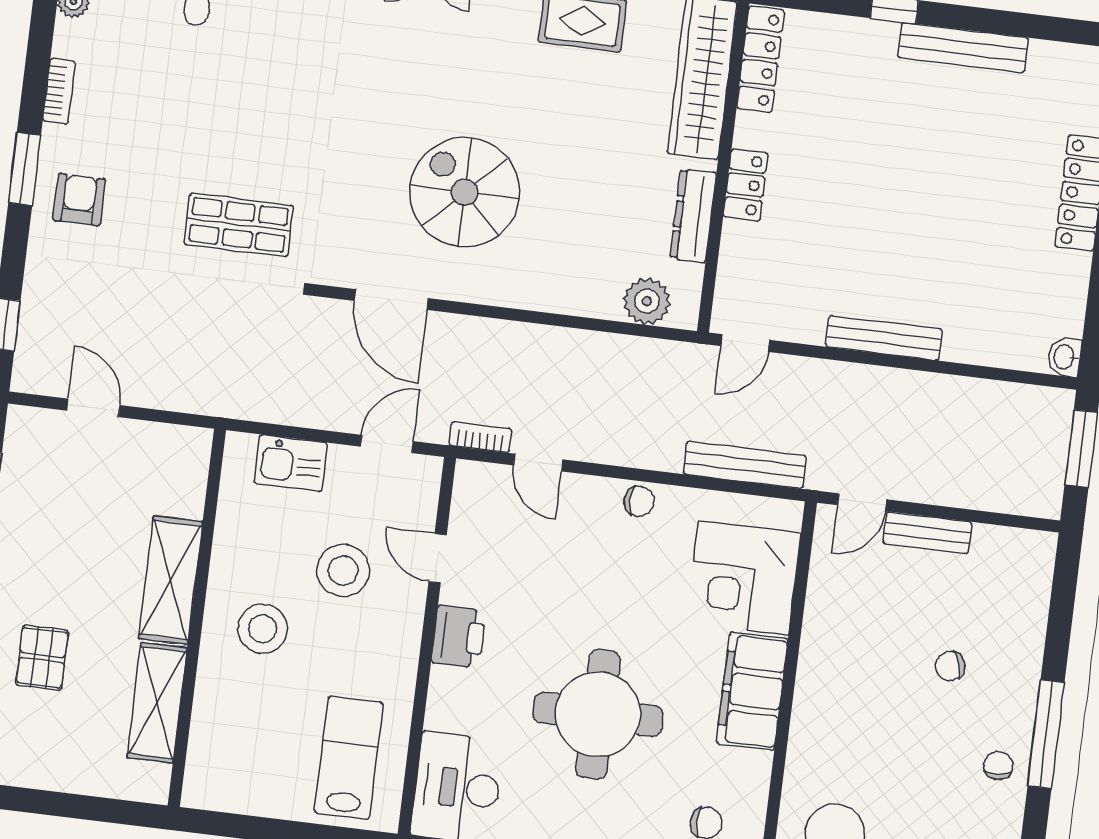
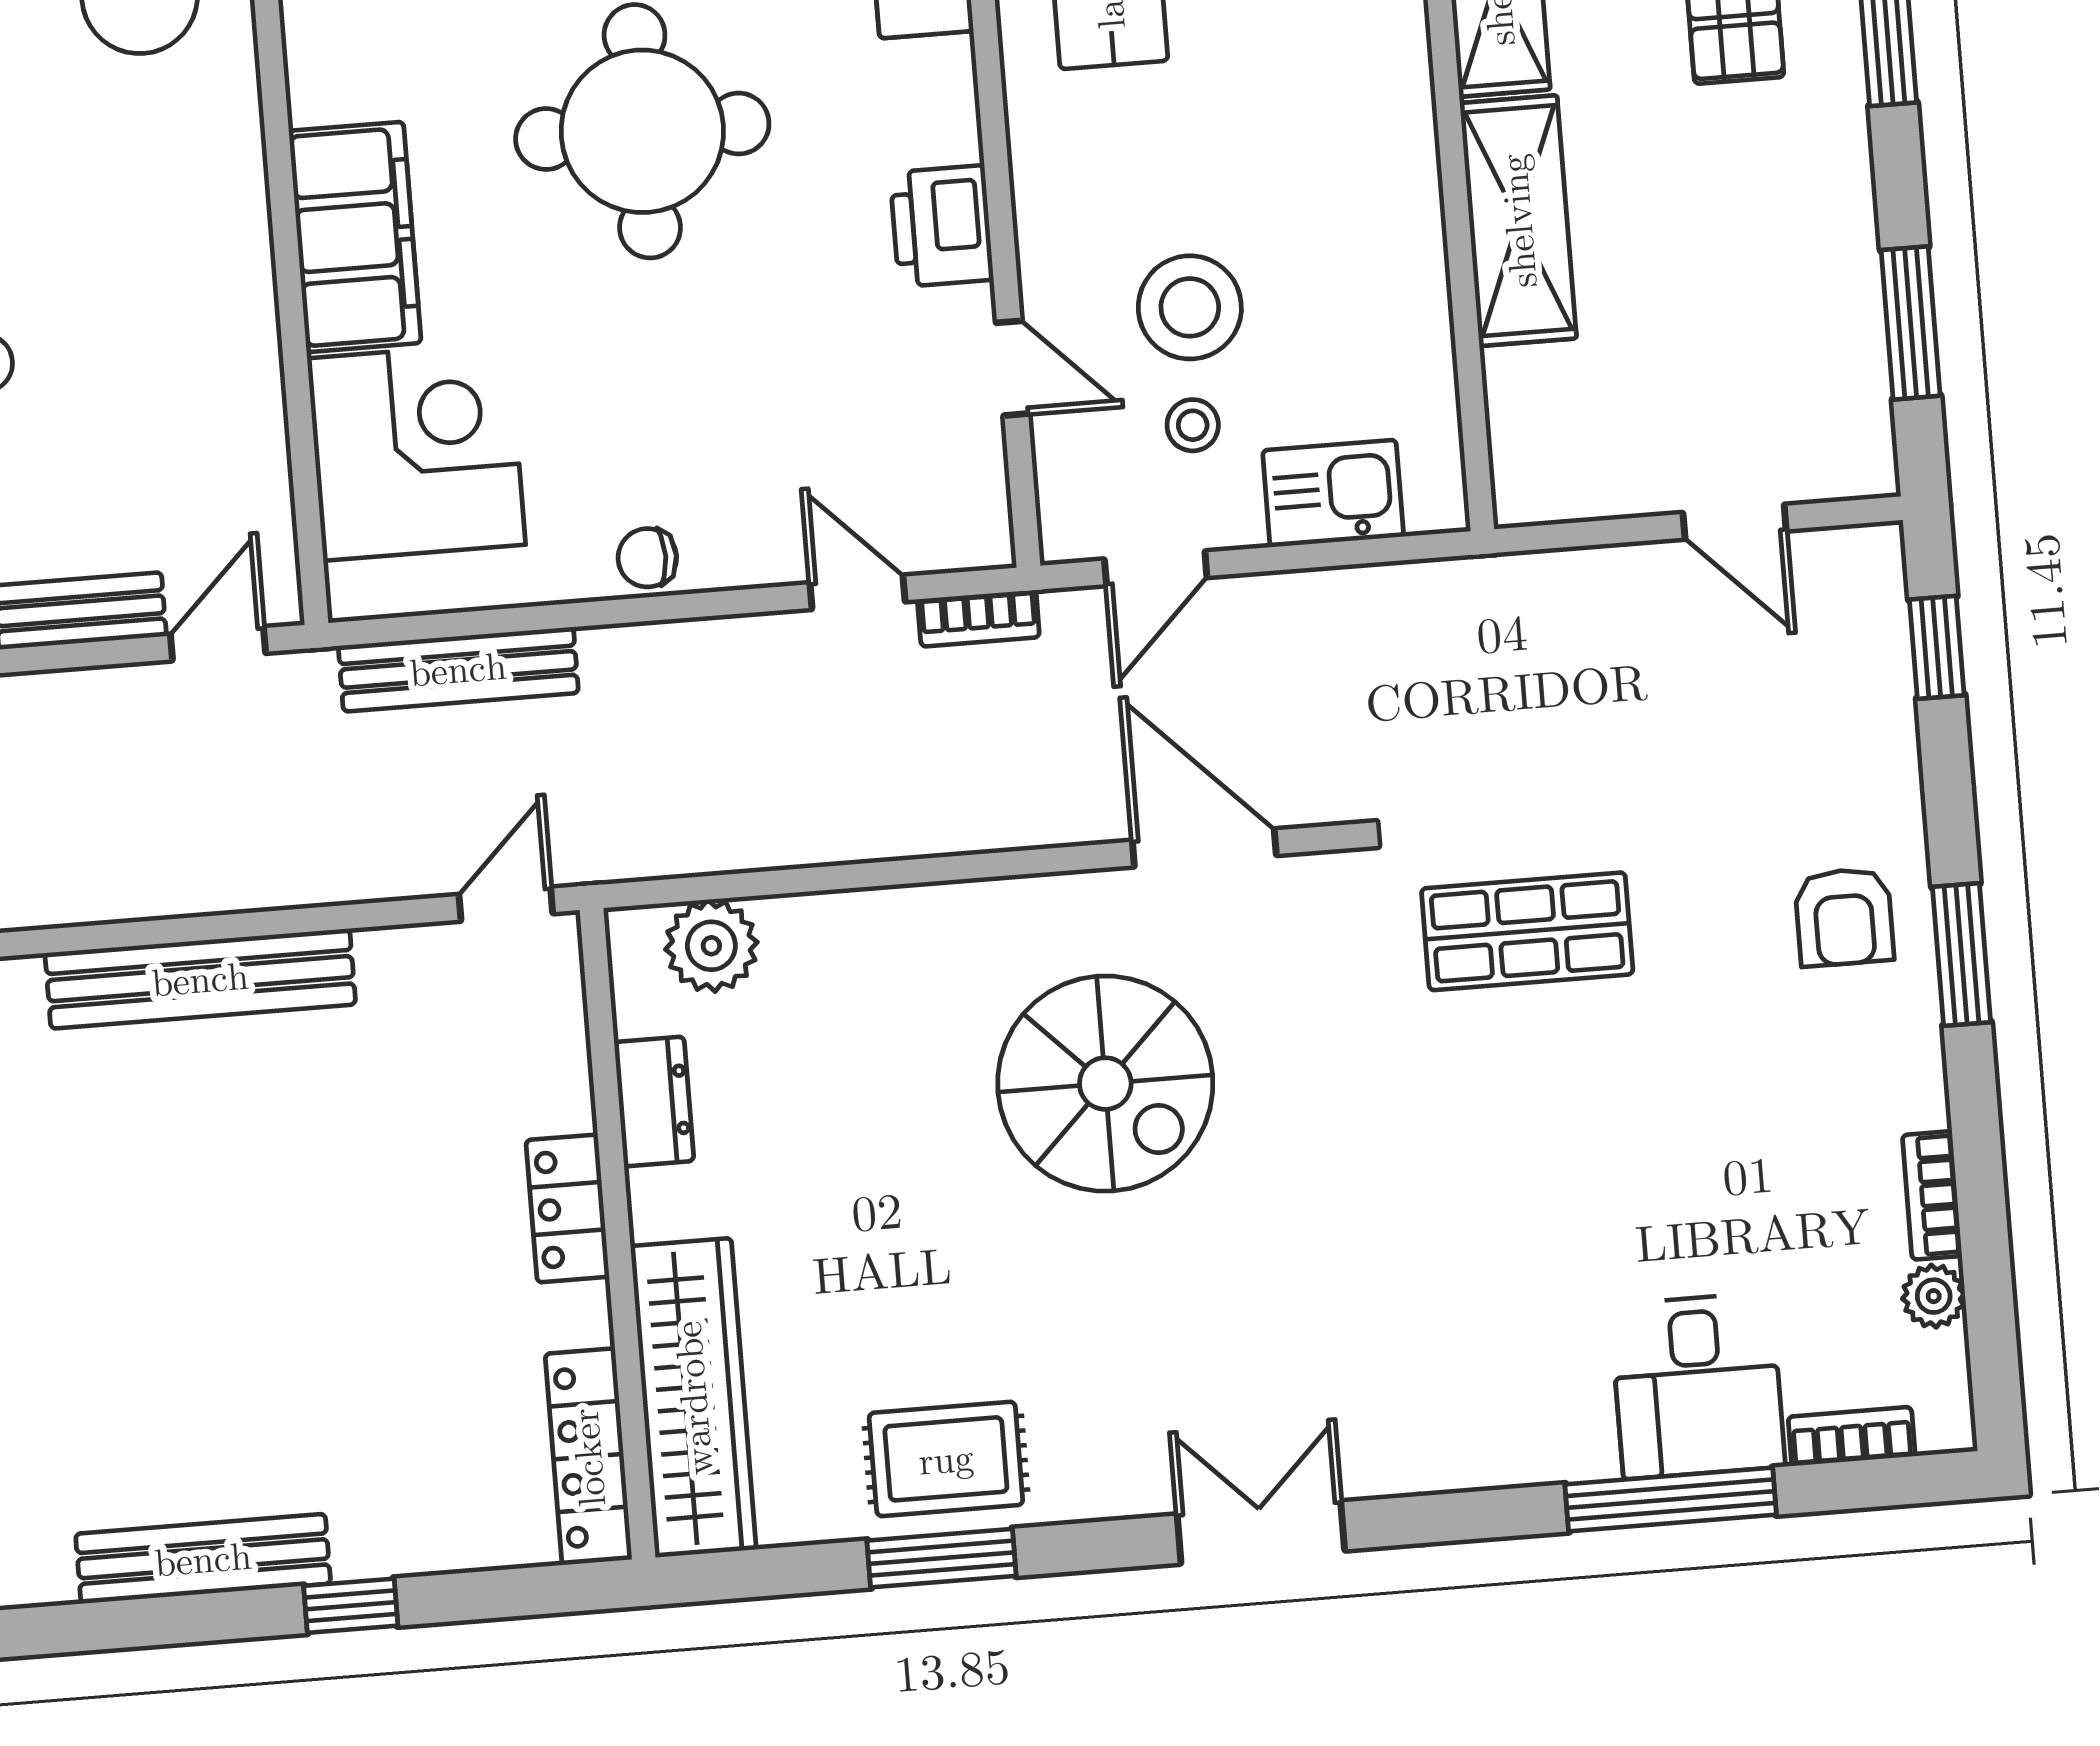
bookcase: (59, 91) -> (1932, 1195), moved
dresser: (693, 216) -> (654, 1101), width x0.70
bench: (884, 338) -> (200, 979), width x1.37, depth x1.21
stool: (263, 629) -> (1193, 425), moved, width x0.53, depth x0.53

